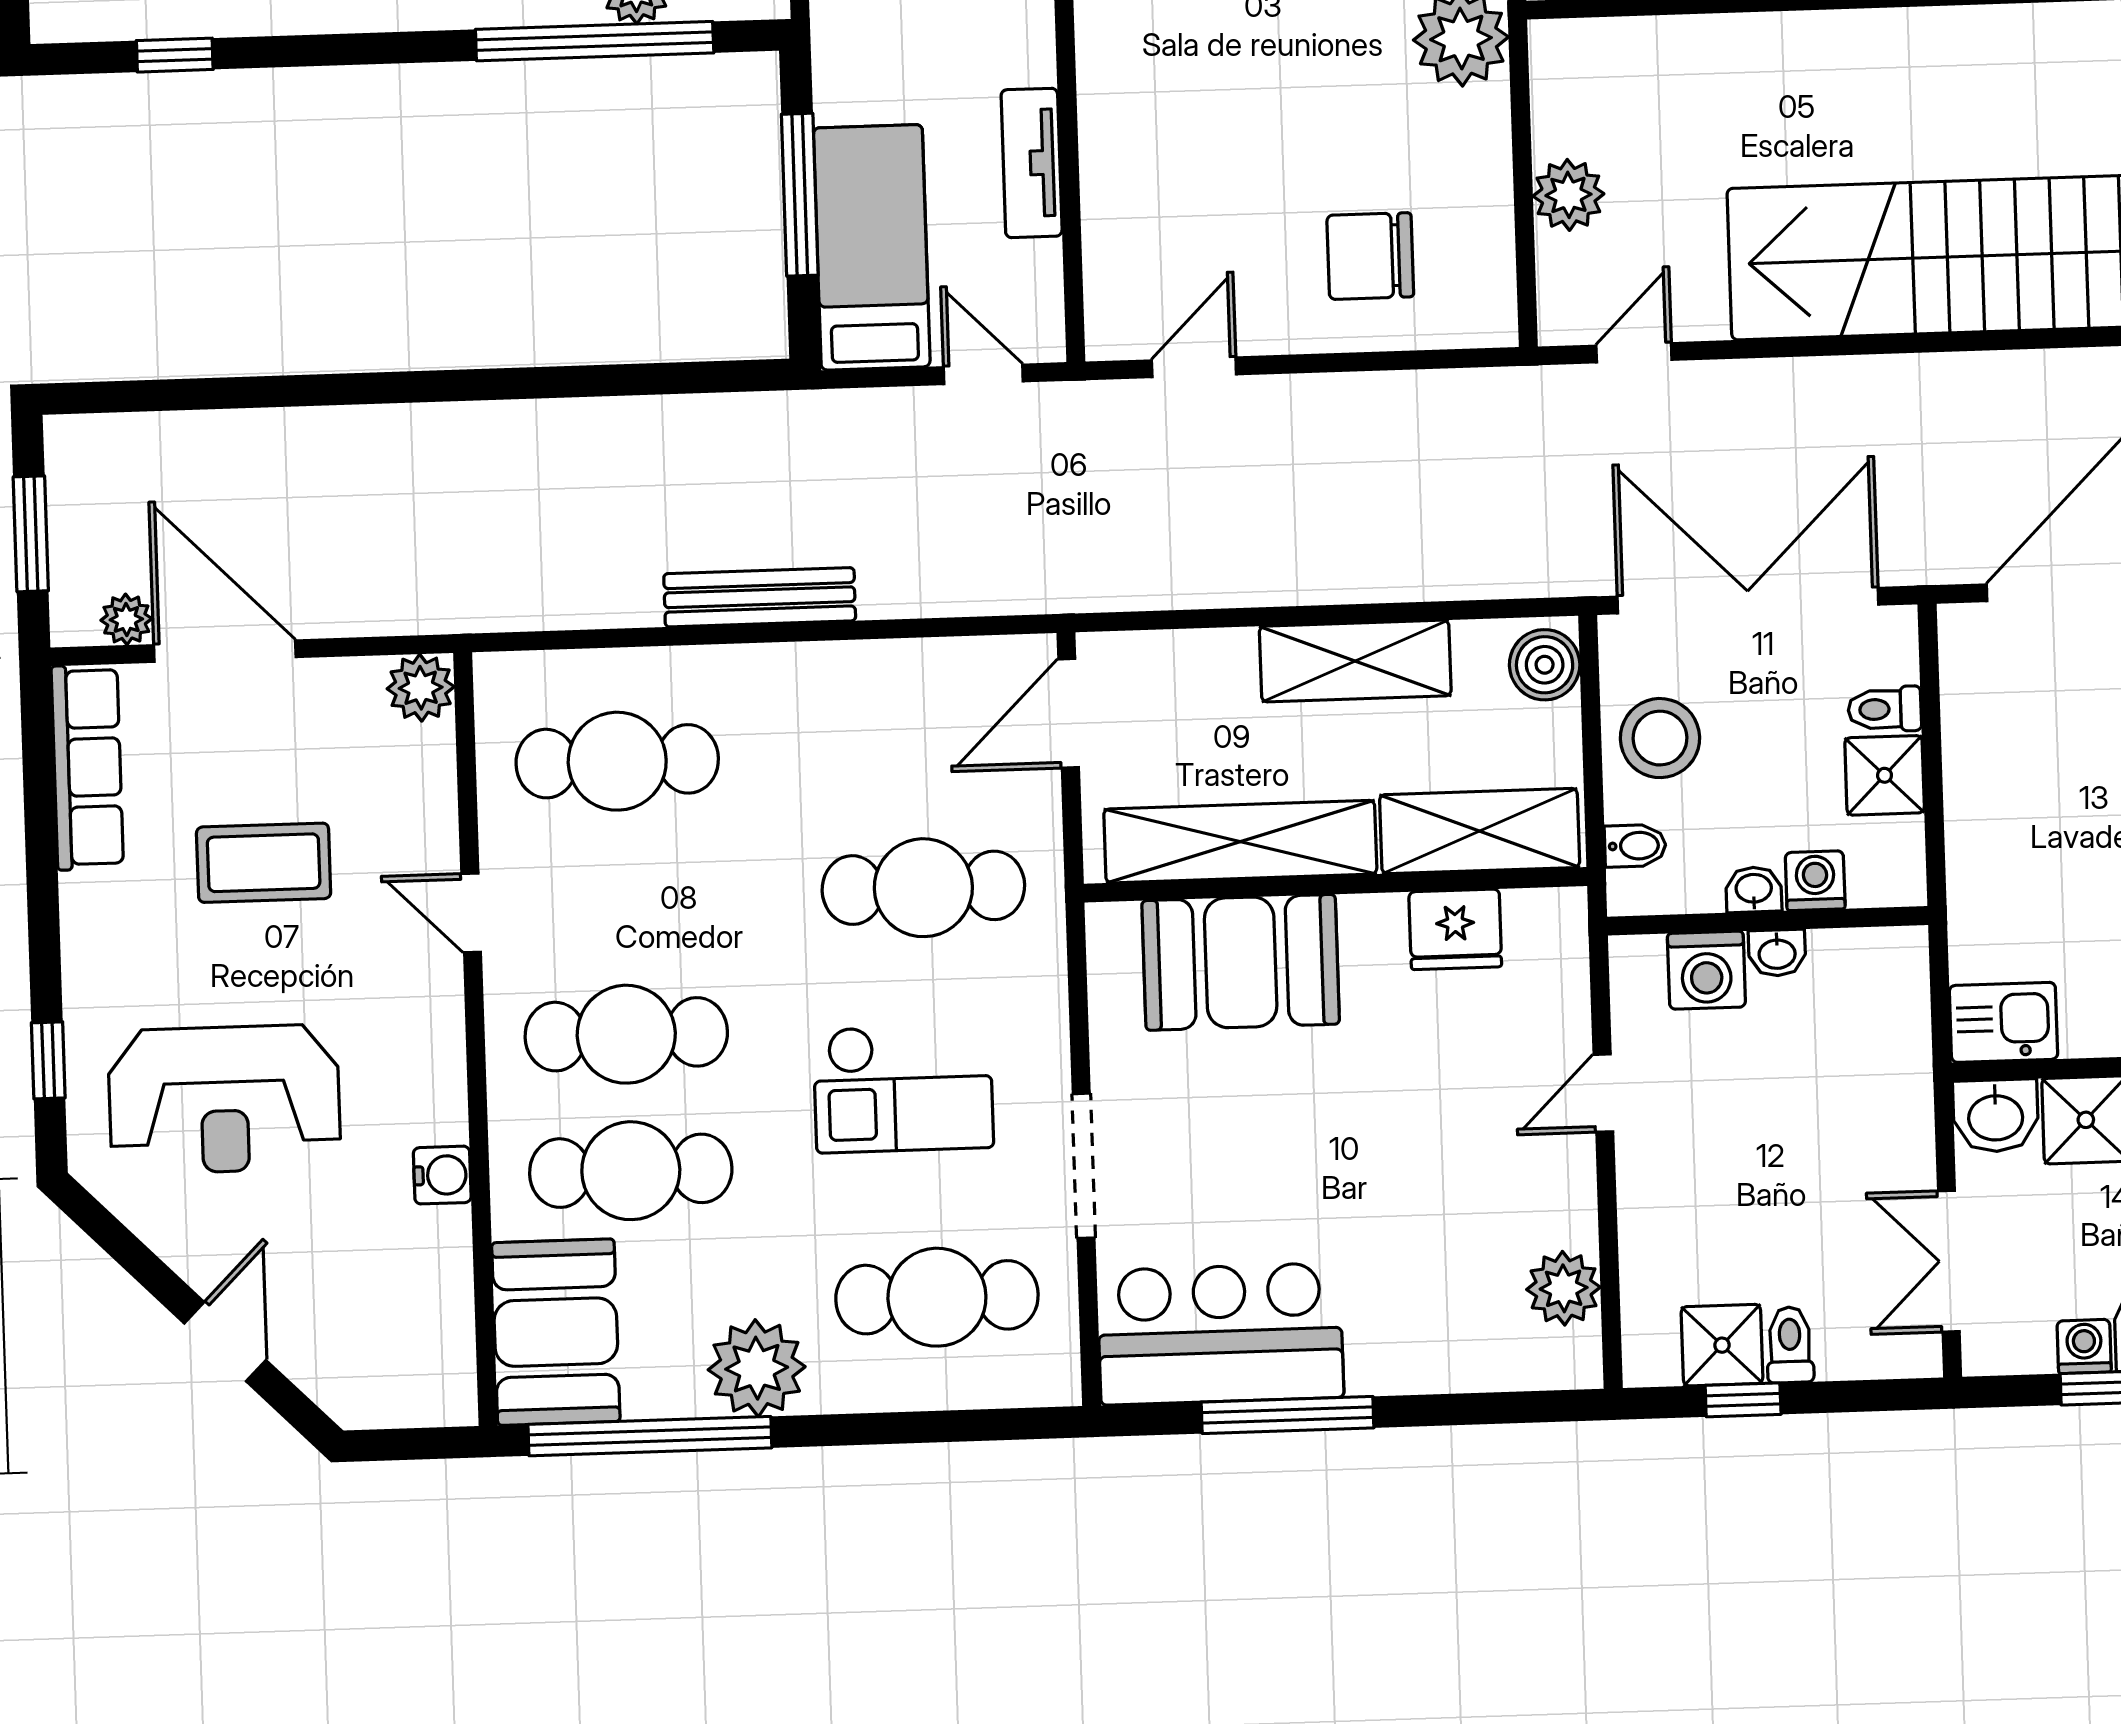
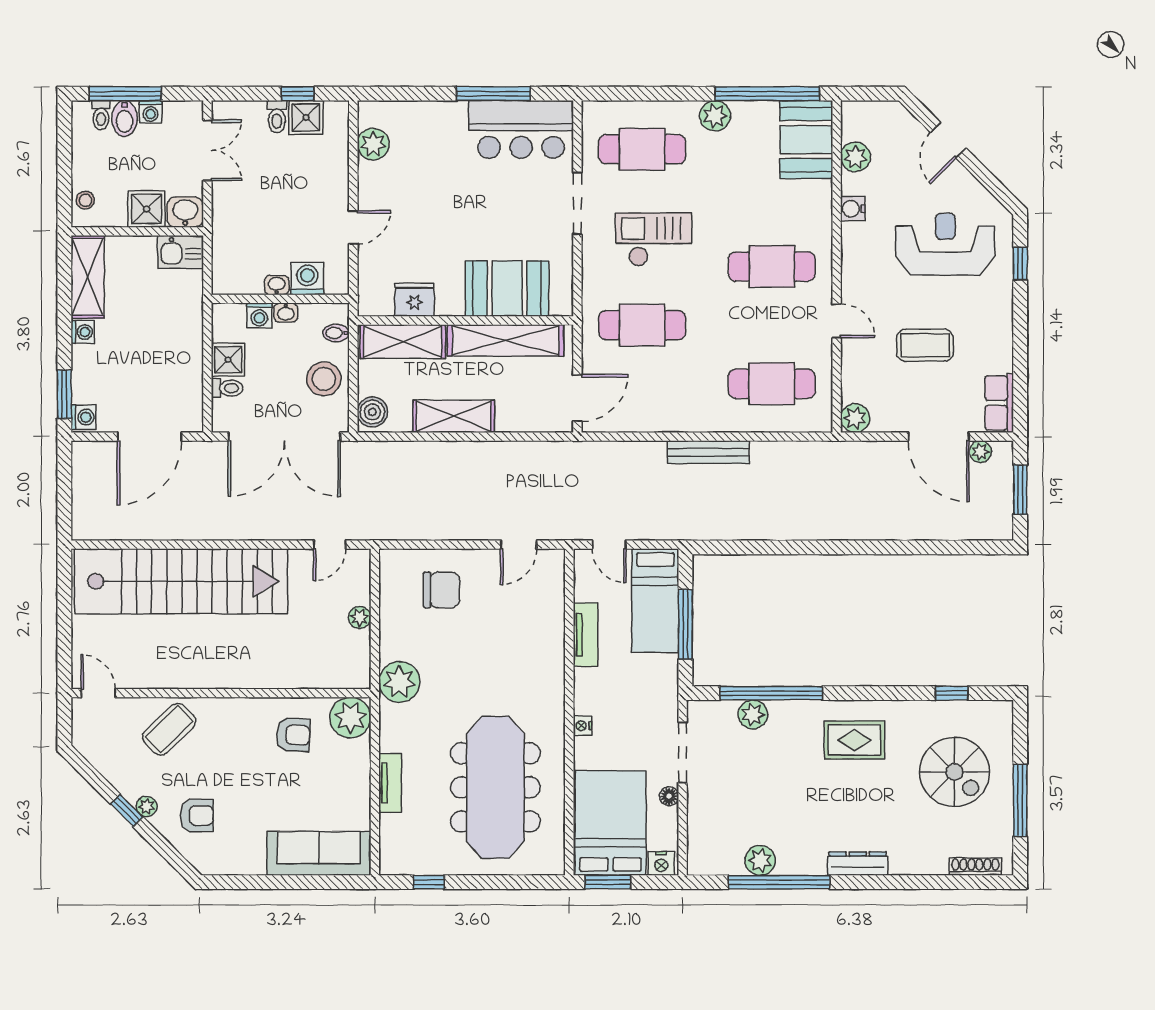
plant: (1568, 195) -> (360, 617), width x0.73, depth x0.73
row of seats: (87, 767) -> (999, 403), width x0.68
cafe table: (631, 1171) -> (772, 208), removed
plant: (440, 1296) -> (856, 157), added
plant: (757, 1368) -> (715, 116), width x0.73, depth x0.73

